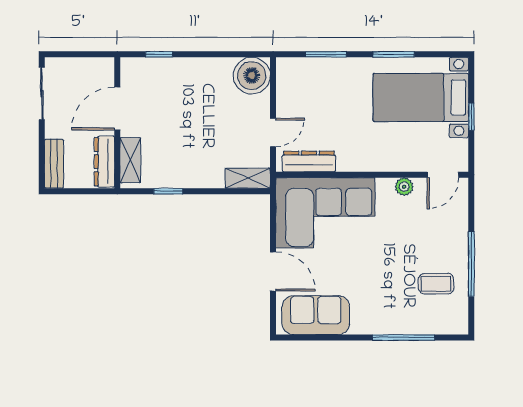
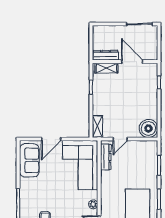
door: (273, 132) -> (120, 139), hinge flipped
bench: (54, 164) -> (105, 30), removed

